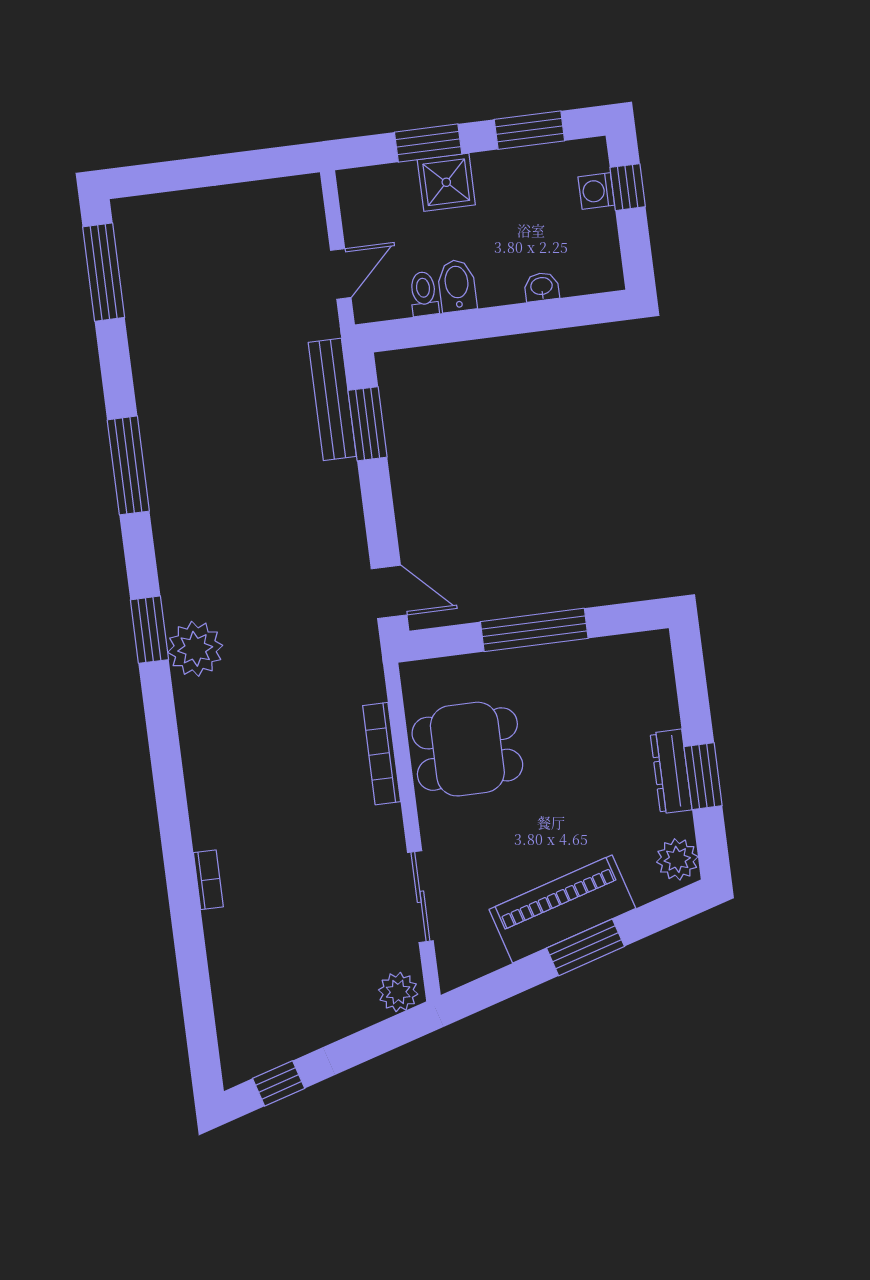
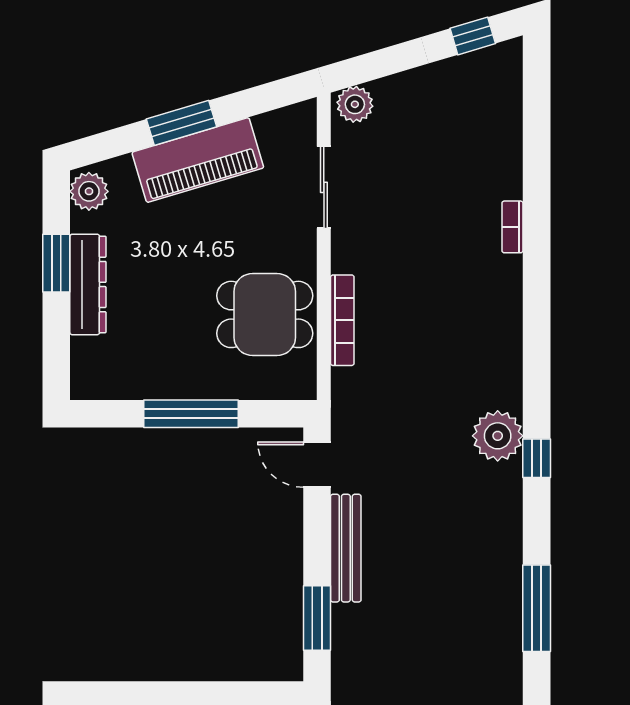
bench: (332, 399) -> (346, 548), moved
window: (149, 630) -> (537, 458), width x0.67
dresser: (671, 771) -> (88, 284), width x1.37, depth x1.24

